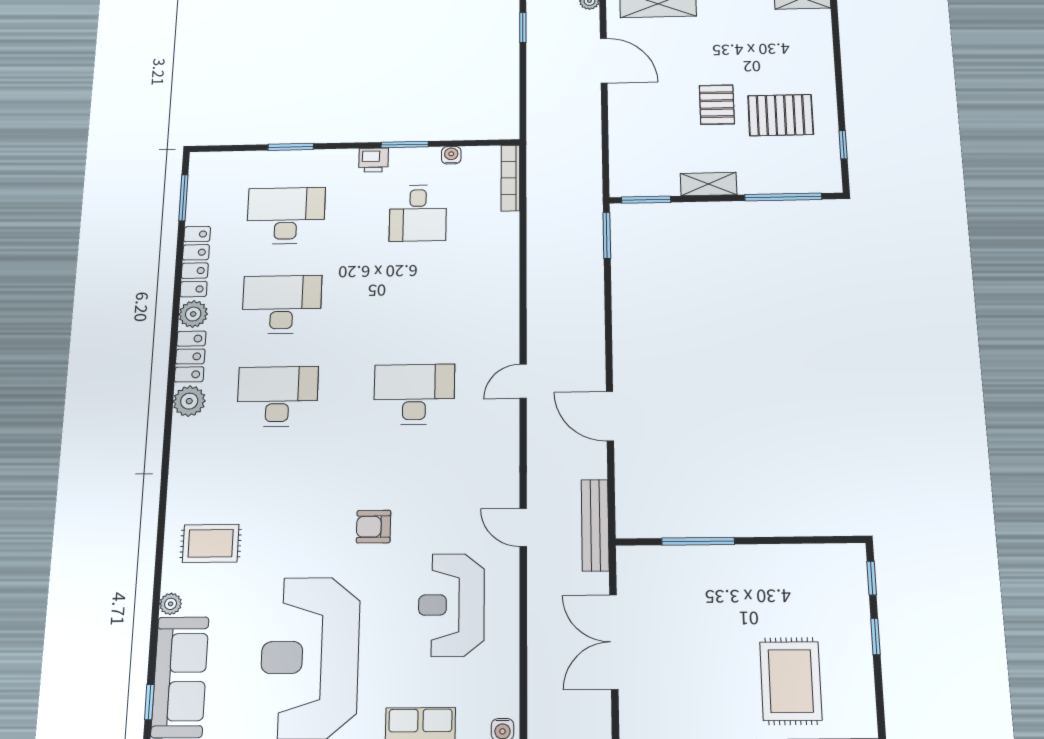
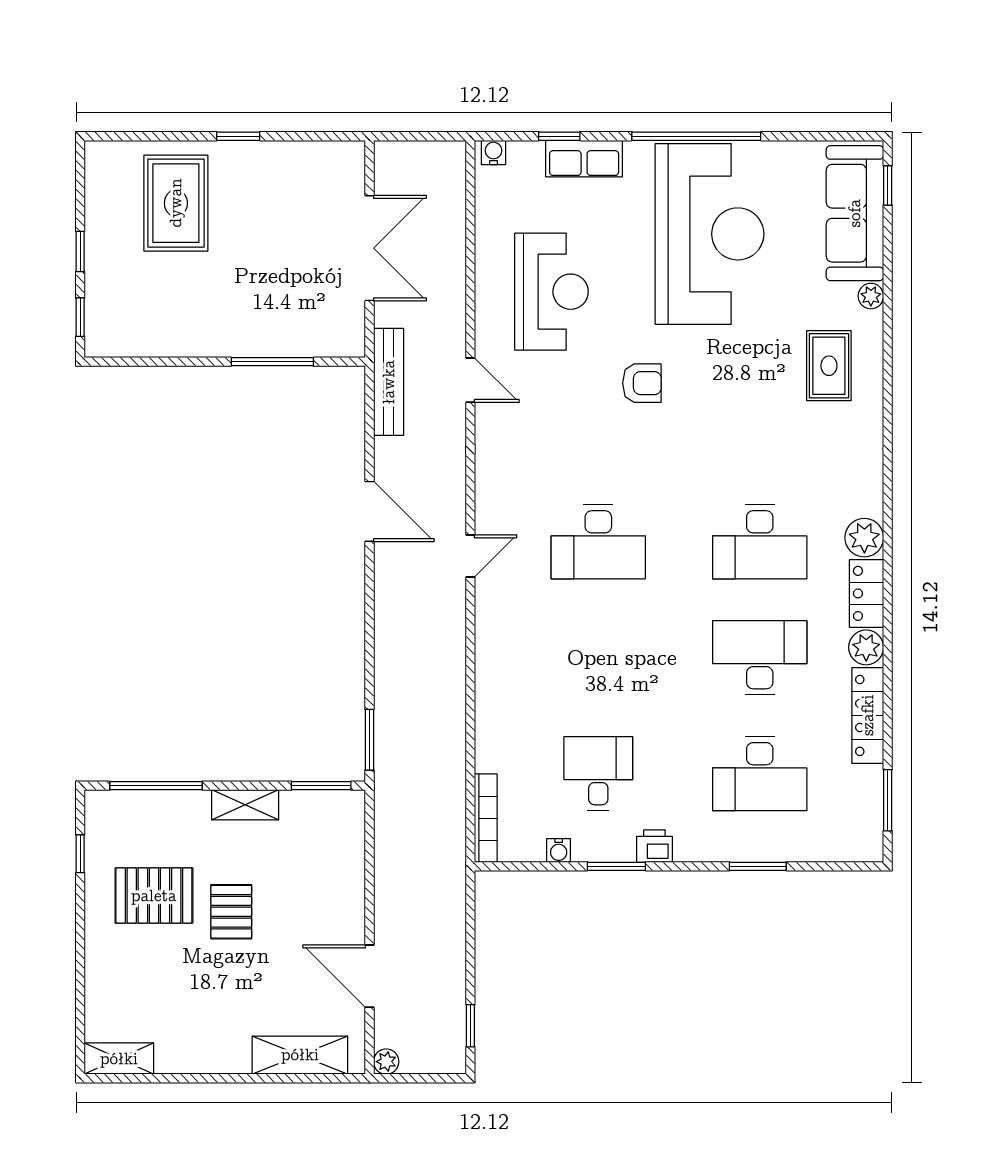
desk: (282, 304) -> (760, 658), turned 180
rug: (211, 543) -> (829, 366), turned 90

